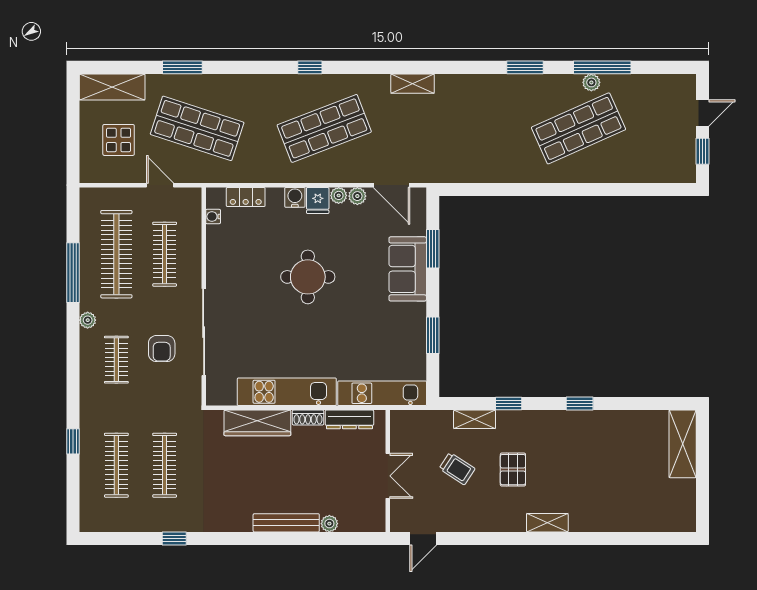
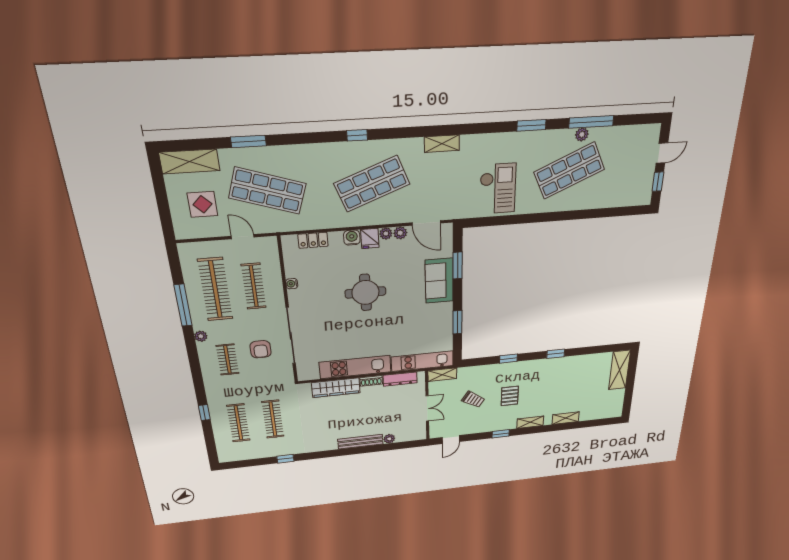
checkout: (485, 146) -> (498, 189), added
water cooler: (213, 217) -> (292, 284), moved
shelving: (475, 419) -> (442, 375), moved
shelving: (604, 523) -> (566, 418), added
window: (501, 538) -> (501, 434), added

